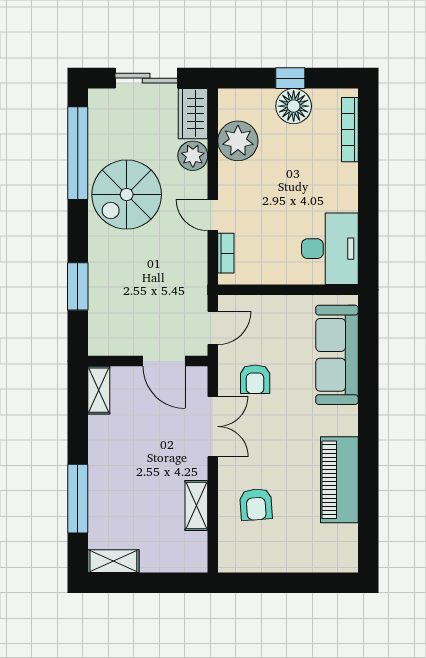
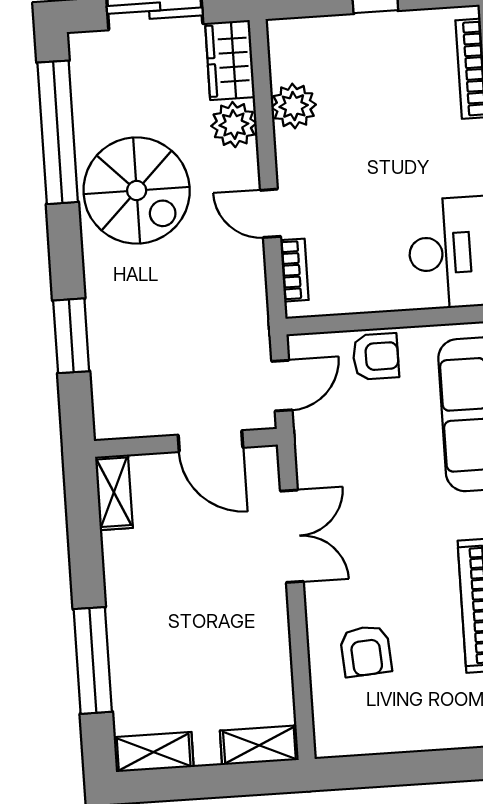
floor lamp: (294, 106) -> (383, 38), removed
plant: (238, 141) -> (294, 106), width x0.73, depth x0.73
spiral stairs: (127, 195) -> (137, 191), turned -90
armchair: (255, 379) -> (376, 356), moved, turned -90
shelving: (196, 505) -> (259, 745), moved, turned 90

